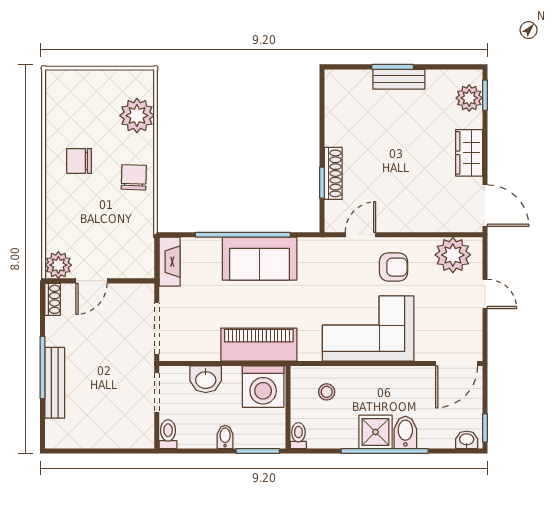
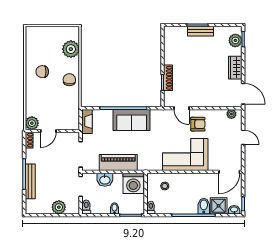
door: (360, 235) -> (182, 108), swing flipped
plant: (453, 255) -> (231, 114), width x0.53, depth x0.53
piano: (259, 345) -> (118, 163), moved
shower: (375, 432) -> (219, 206), moved
plant: (113, 435) -> (59, 207), added

